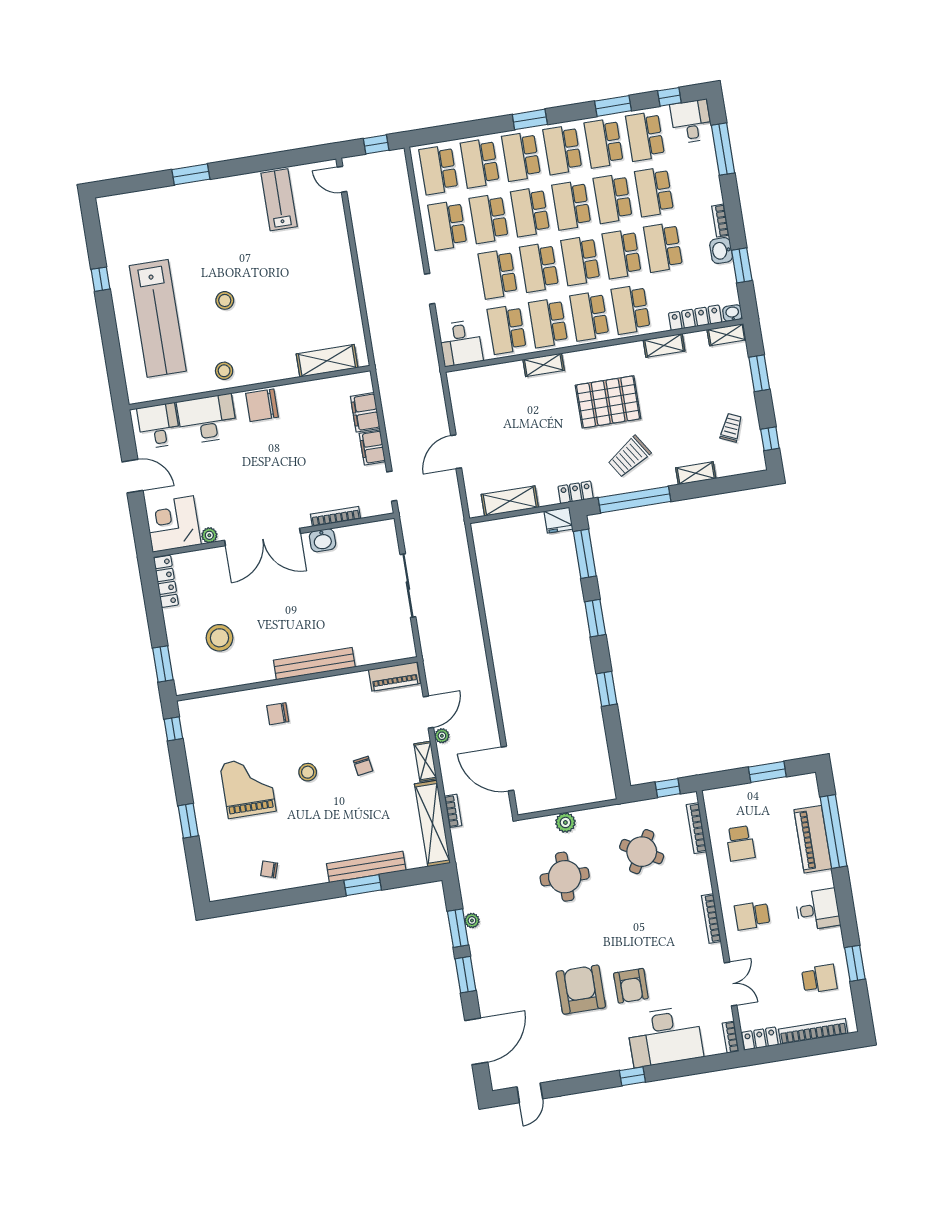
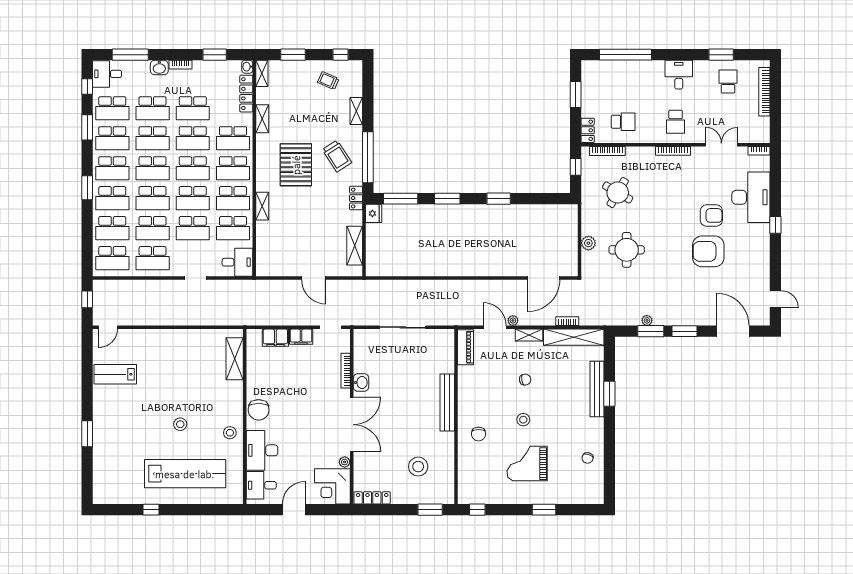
washbasin: (721, 251) -> (159, 68), moved
piano: (813, 839) -> (629, 70), removed
locker: (760, 1039) -> (588, 130), moved, turned 180

